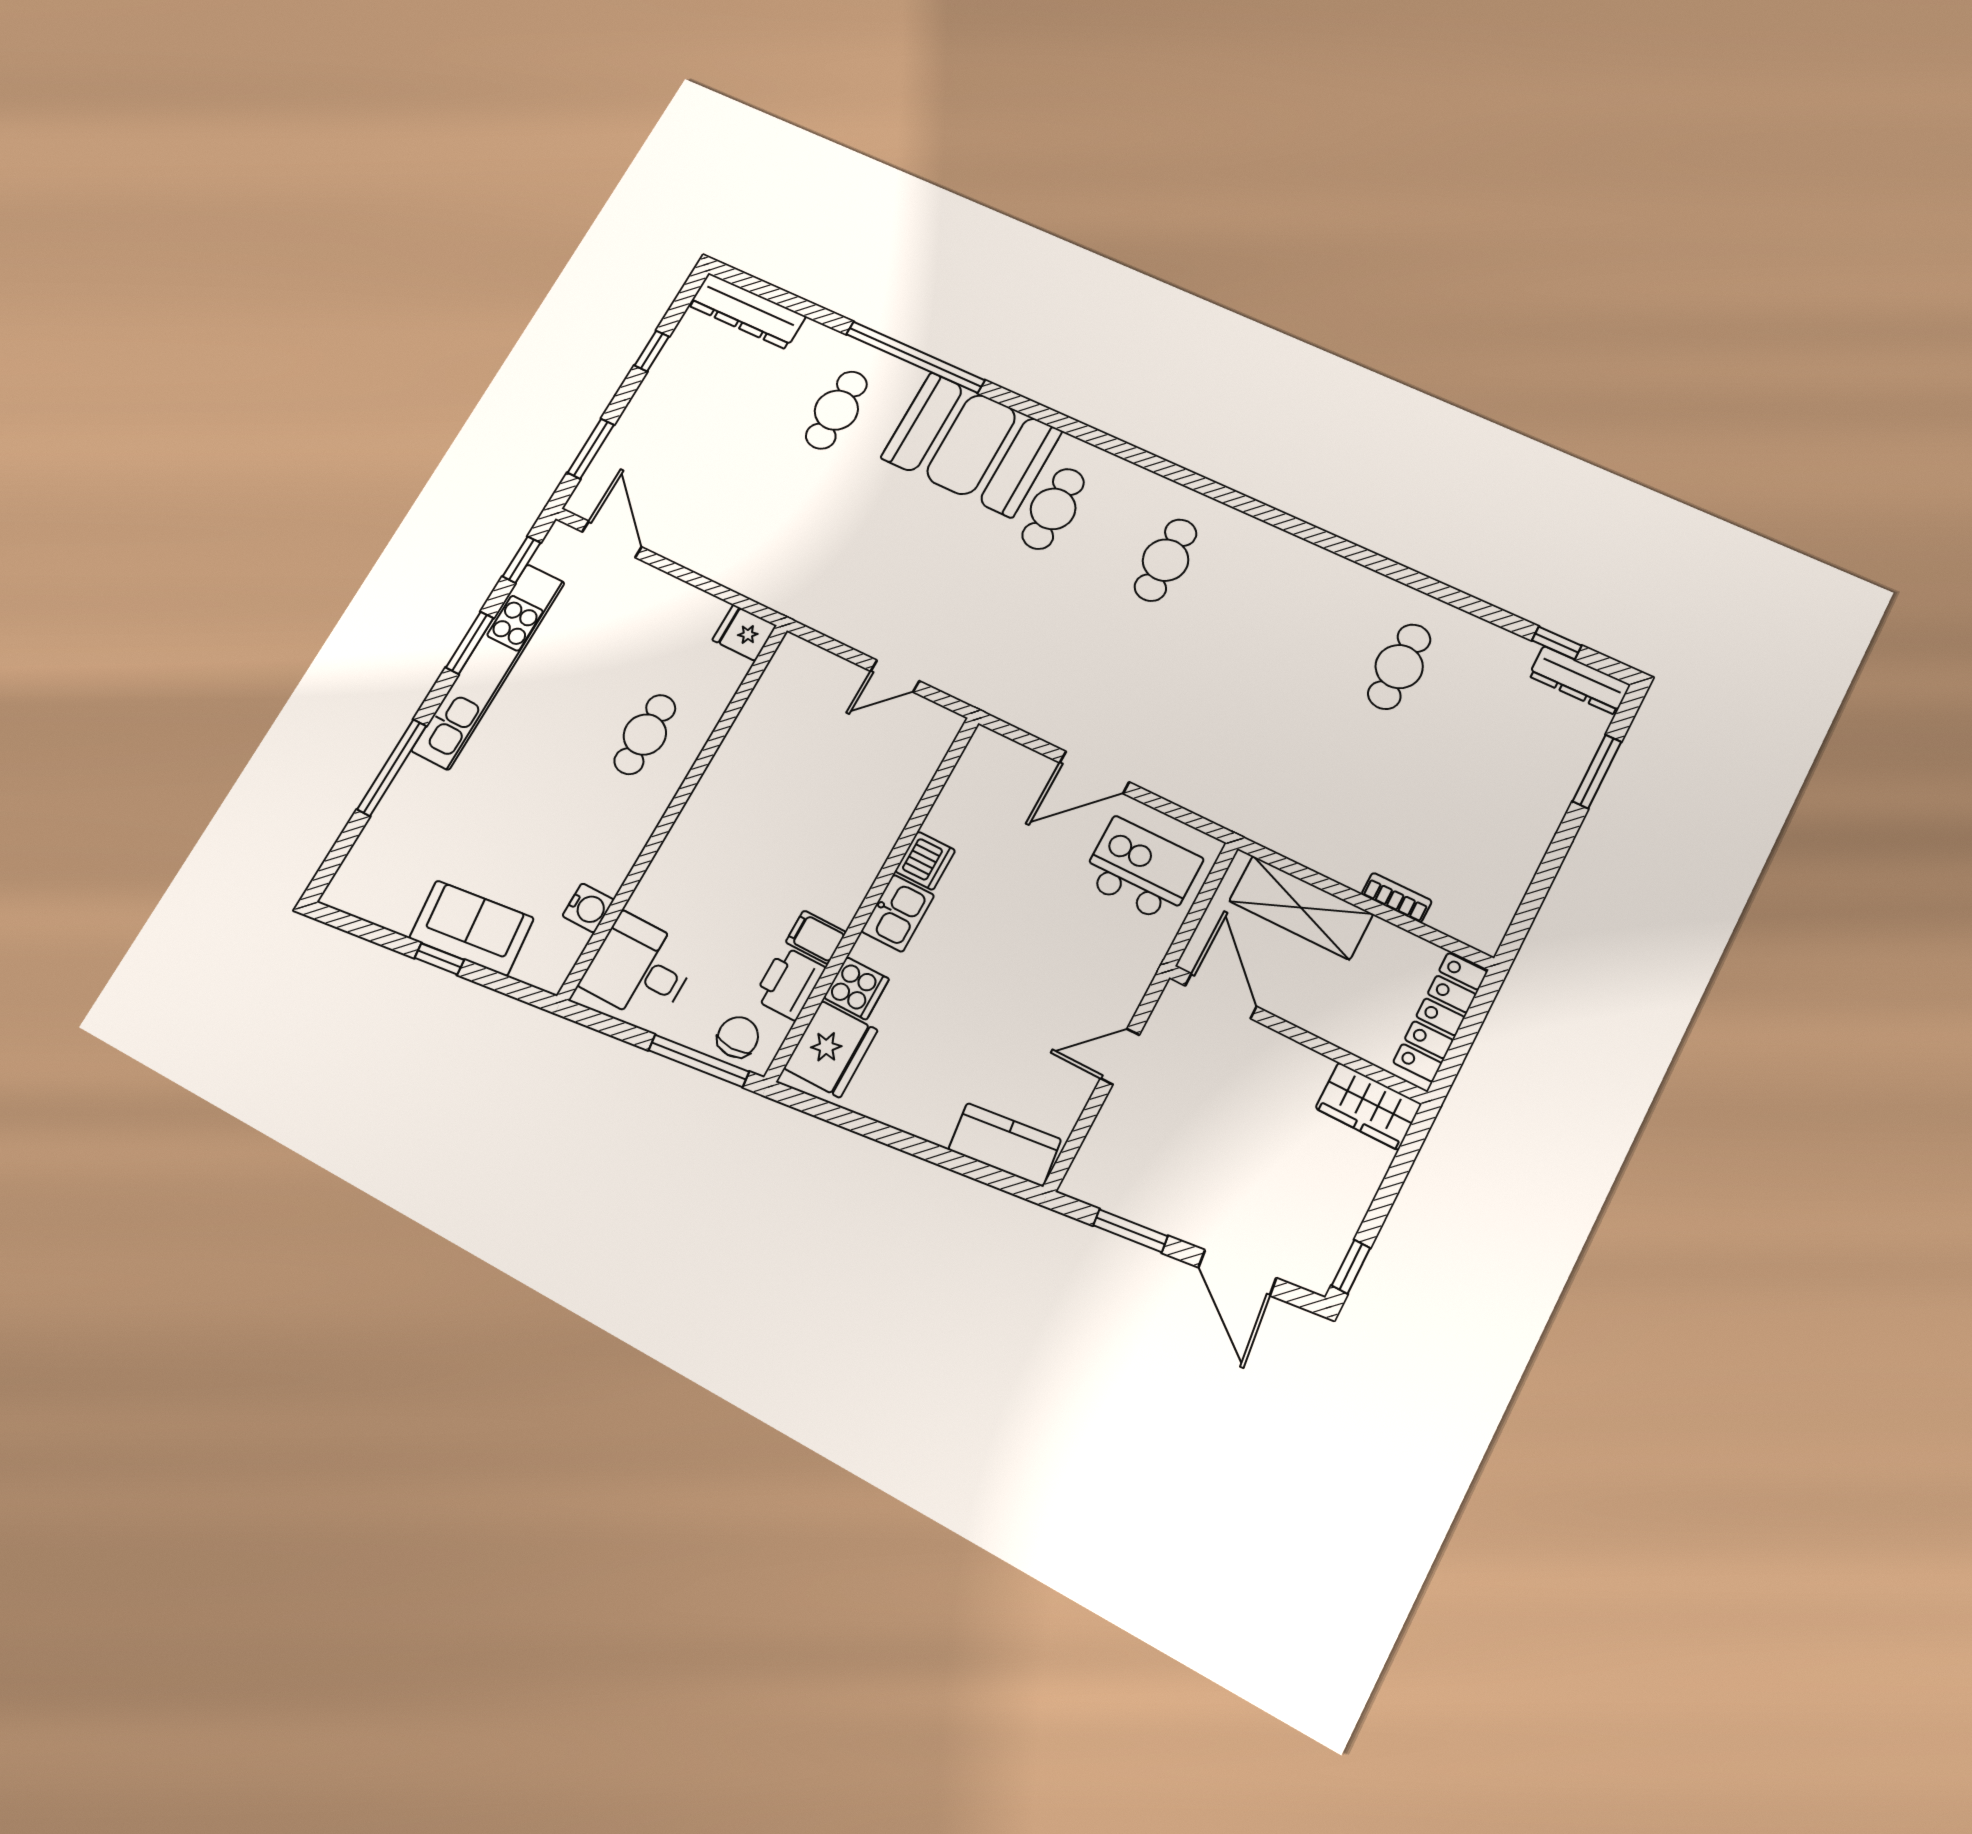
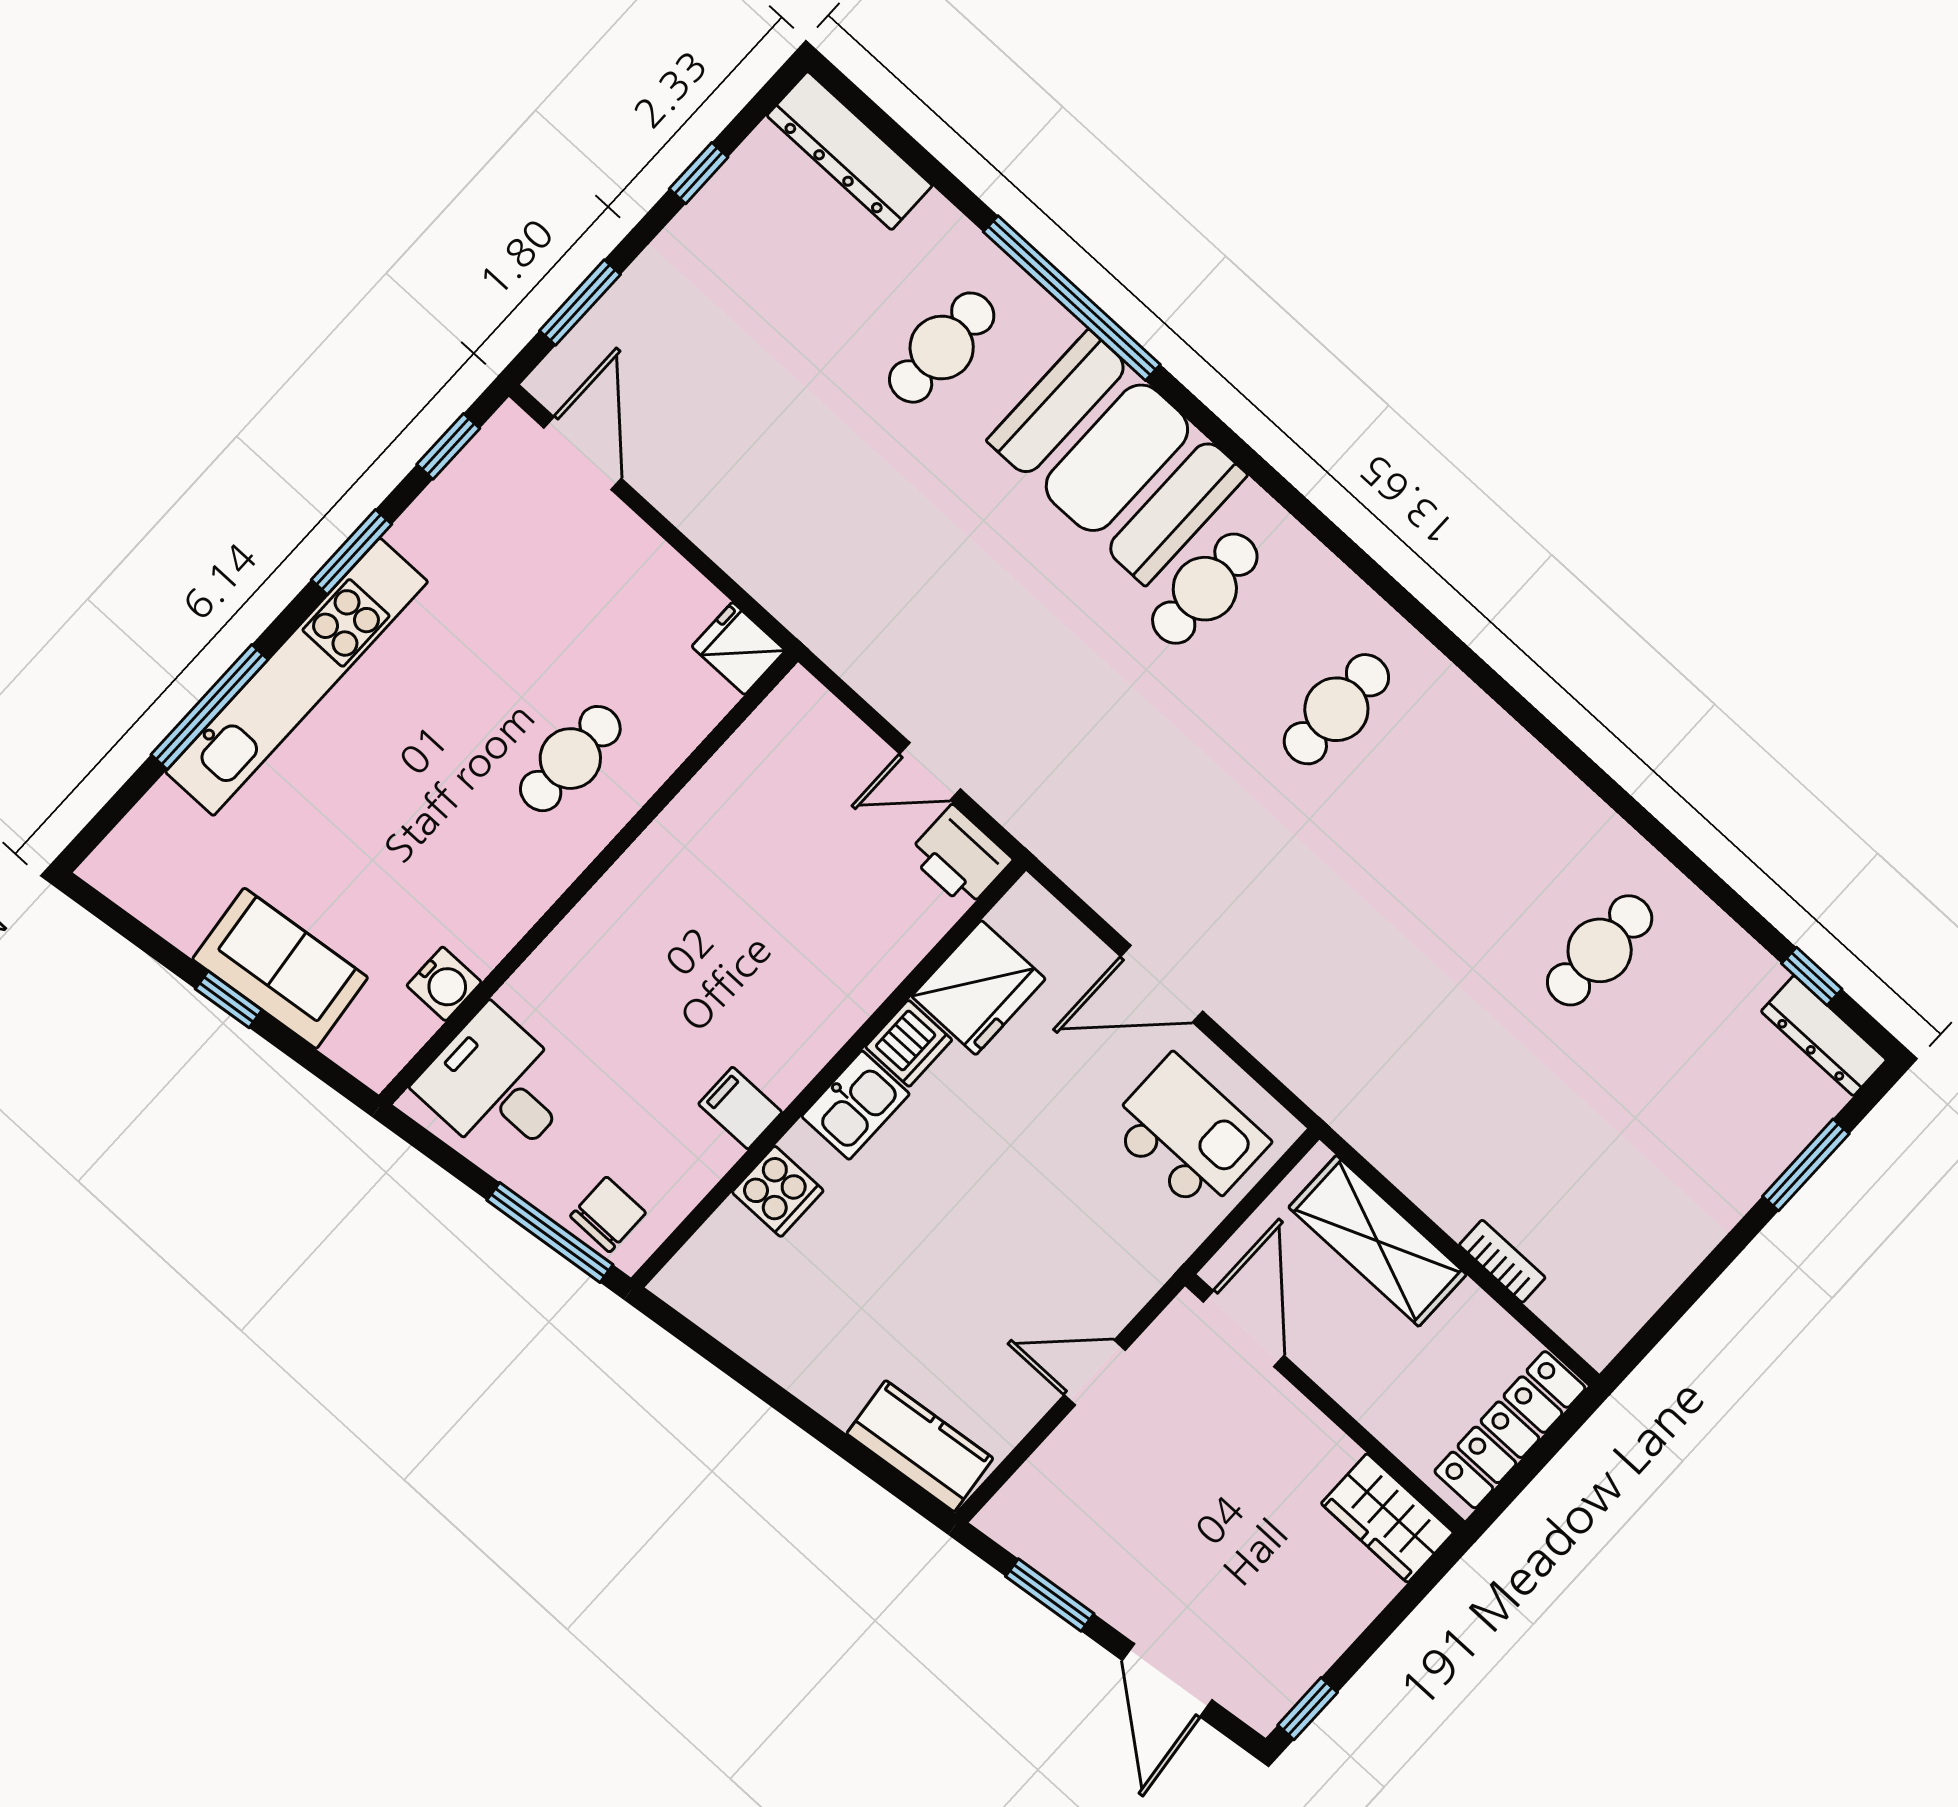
kitchen unit: (488, 666) -> (297, 677), moved
printer: (789, 983) -> (960, 857), moved, turned -90
fridge: (831, 1049) -> (979, 988), moved

